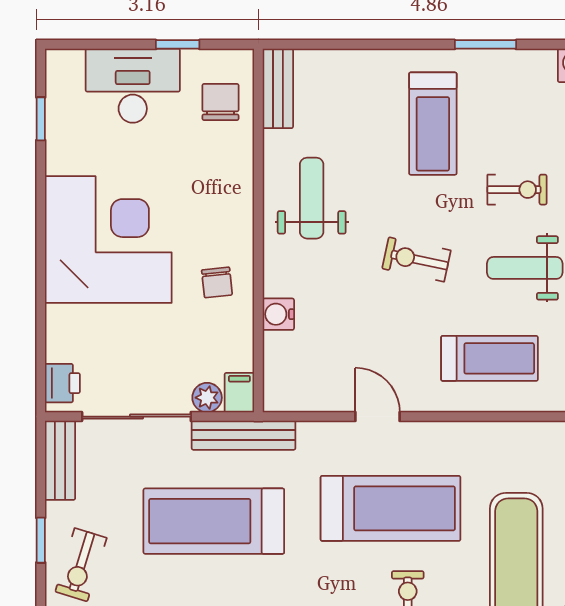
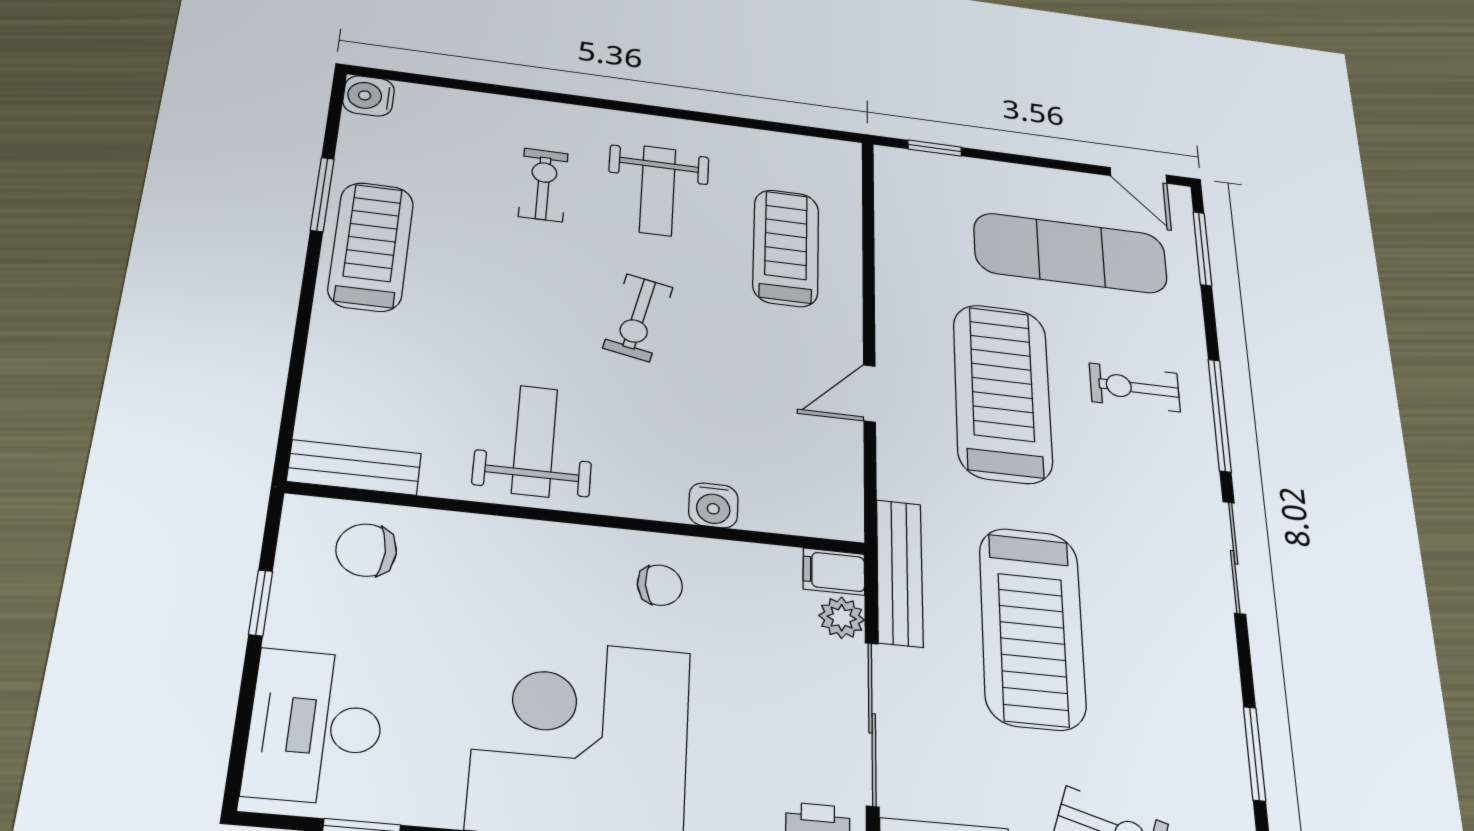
desk: (133, 86) -> (315, 727), moved
treadmill: (433, 124) -> (371, 246), moved, turned -90
weight bench: (312, 198) -> (535, 441), turned 90

